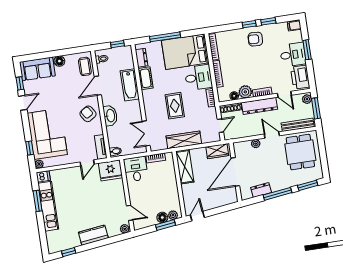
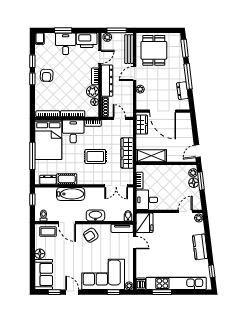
dining table: (300, 152) -> (154, 50), turned 90
kitchen unit: (48, 206) -> (176, 283), width x1.36
door: (197, 216) -> (197, 151), hinge flipped

